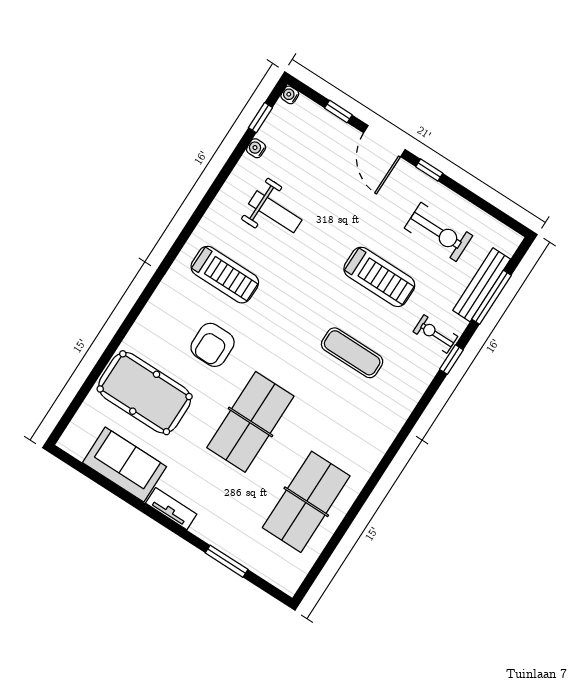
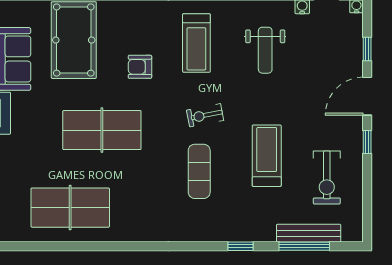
treadmill: (379, 277) -> (267, 156), turned 180
exercise bike: (435, 334) -> (205, 115), moved, turned -101
armchair: (213, 345) -> (140, 67), width x0.72, depth x0.72

